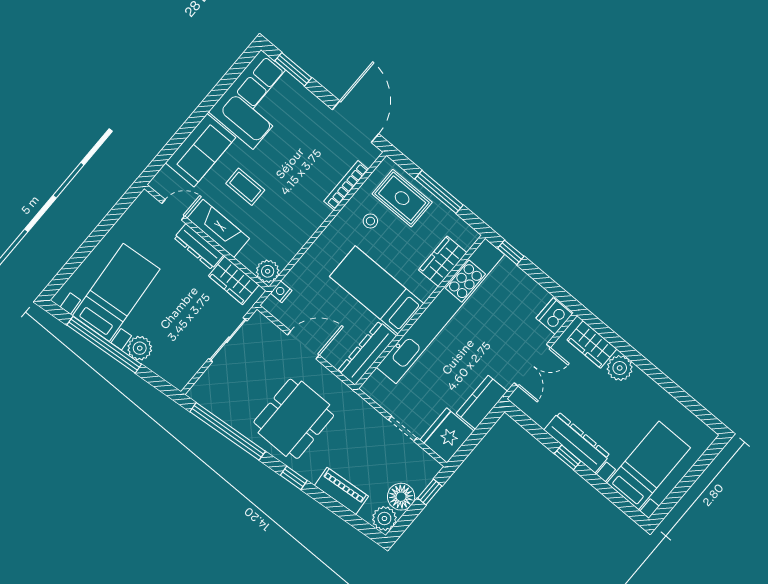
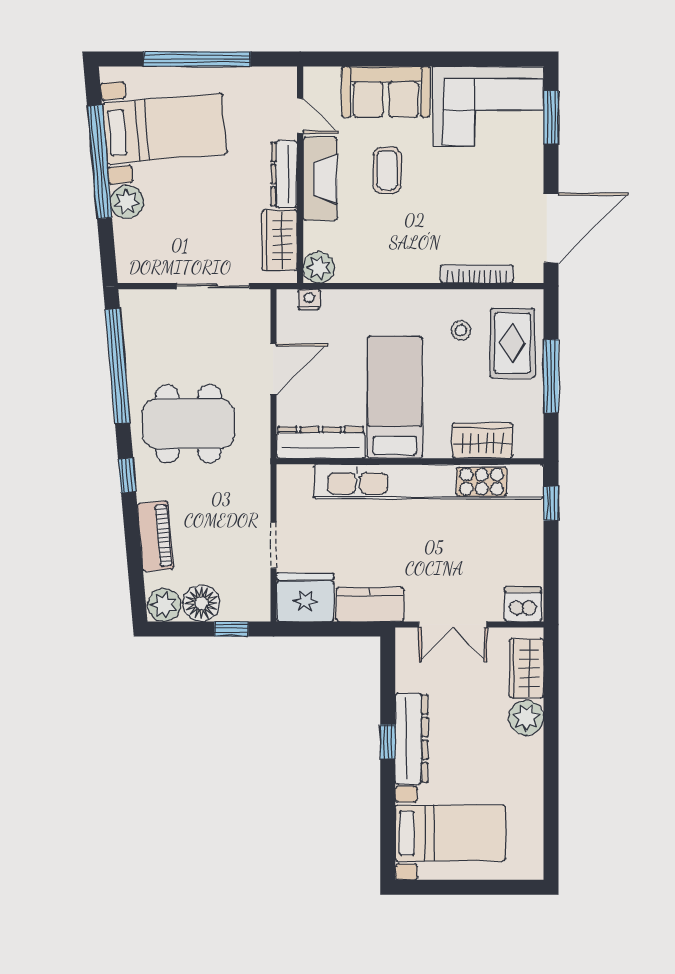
window: (92, 241) -> (197, 59), added
door: (303, 345) -> (273, 369), hinge flipped

